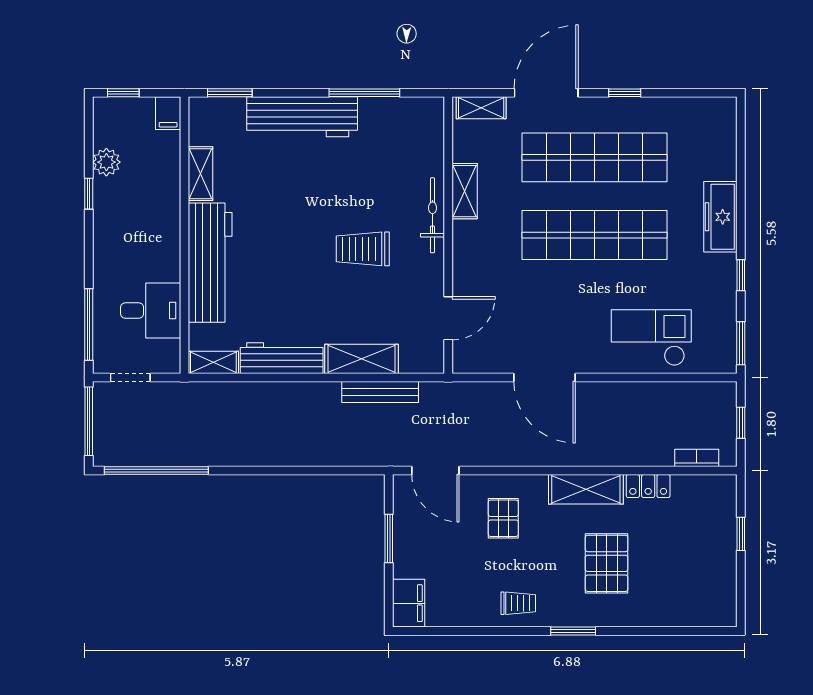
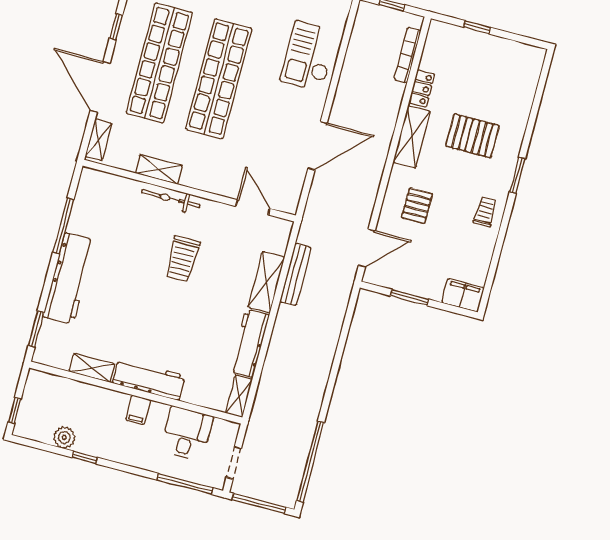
filing cabinet: (168, 113) -> (138, 410), moved, turned 90
workbench: (210, 263) -> (149, 379), width x0.73, depth x0.76
bookcase: (697, 458) -> (407, 55), width x1.56
pallet: (503, 518) -> (417, 206), turned 90

